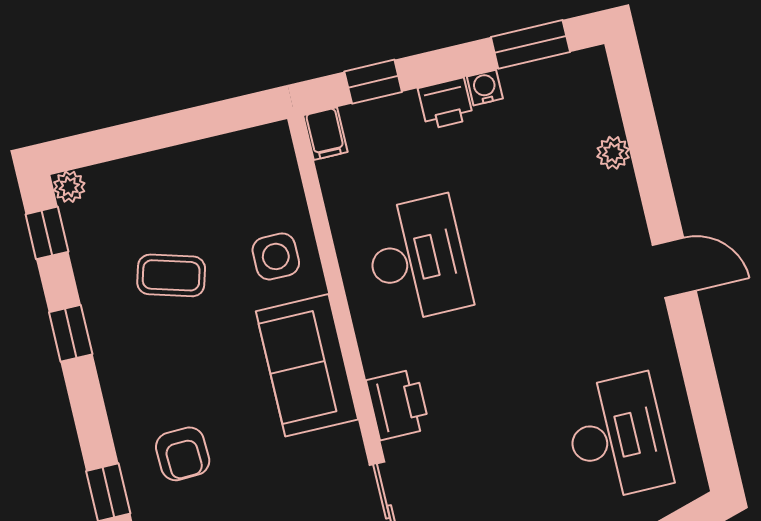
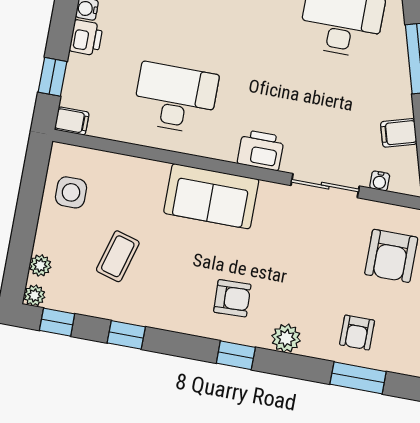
plant: (113, 177) -> (40, 265), added
side table: (276, 256) -> (71, 192), moved

